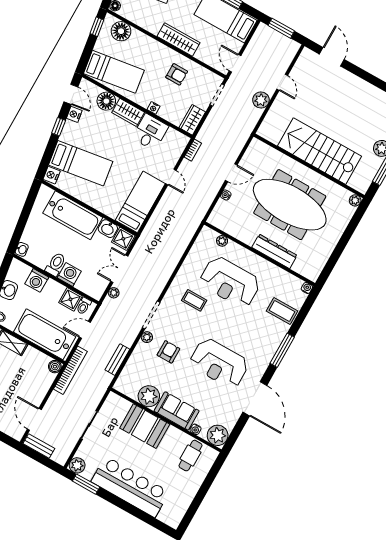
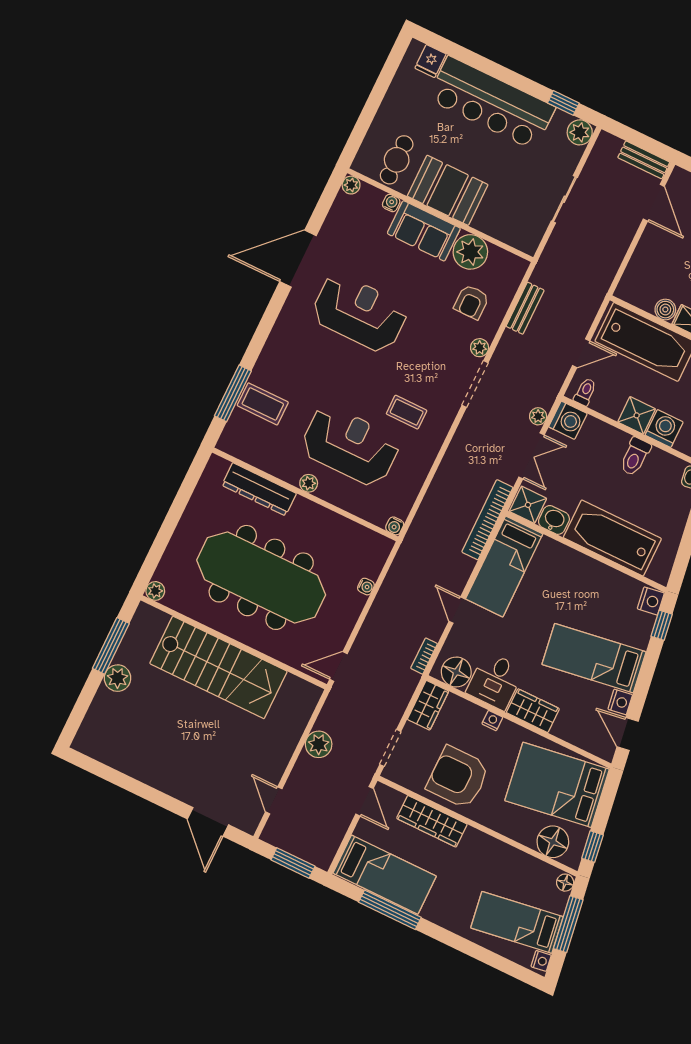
wardrobe: (179, 40) -> (432, 821), moved
bed: (114, 72) -> (557, 785), width x1.50
armchair: (177, 74) -> (458, 777), width x1.88, depth x1.88
door: (282, 82) -> (274, 800), moved
floor lamp: (106, 101) -> (456, 672), moved
window: (59, 127) -> (662, 625), moved
bed: (81, 163) -> (594, 658), moved
door: (231, 173) -> (338, 667), moved
plant: (222, 241) -> (309, 483), moved
dresser: (274, 251) -> (259, 489), moved
washing machine: (69, 274) -> (568, 420), moved, turned -90
water cooler: (307, 288) -> (395, 526), moved
shower: (71, 299) -> (637, 415), moved
window: (282, 350) -> (233, 393), moved
armchair: (168, 352) -> (472, 302), moved
boiler: (55, 367) -> (665, 310), moved
bookcase: (70, 370) -> (487, 520), moved
door: (255, 399) -> (298, 259), hinge flipped
booth: (145, 426) -> (448, 190), moved
plant: (218, 435) -> (351, 185), width x0.53, depth x0.53
window: (86, 484) -> (563, 103), width x0.67
fridge: (166, 515) -> (430, 61), added

